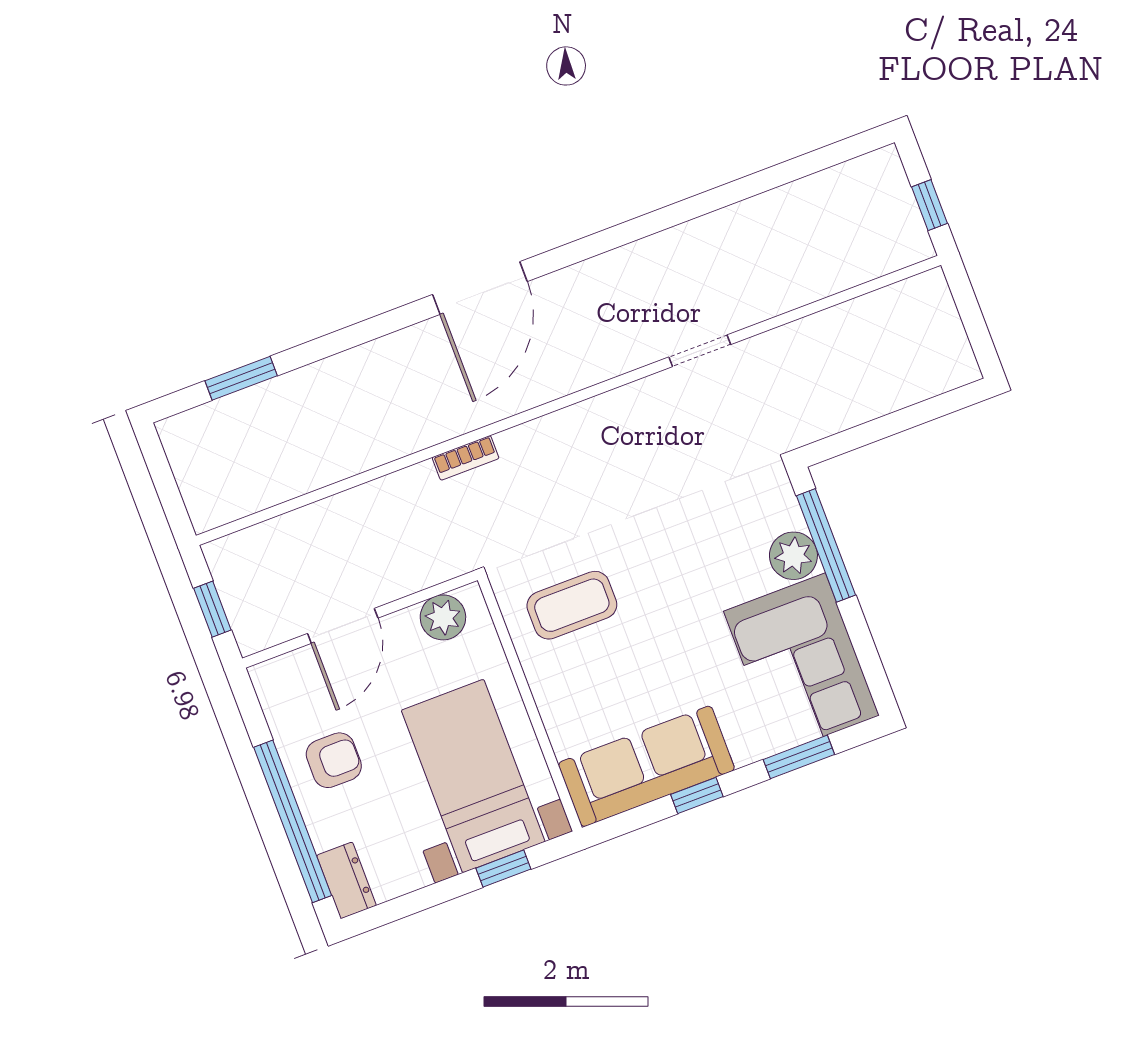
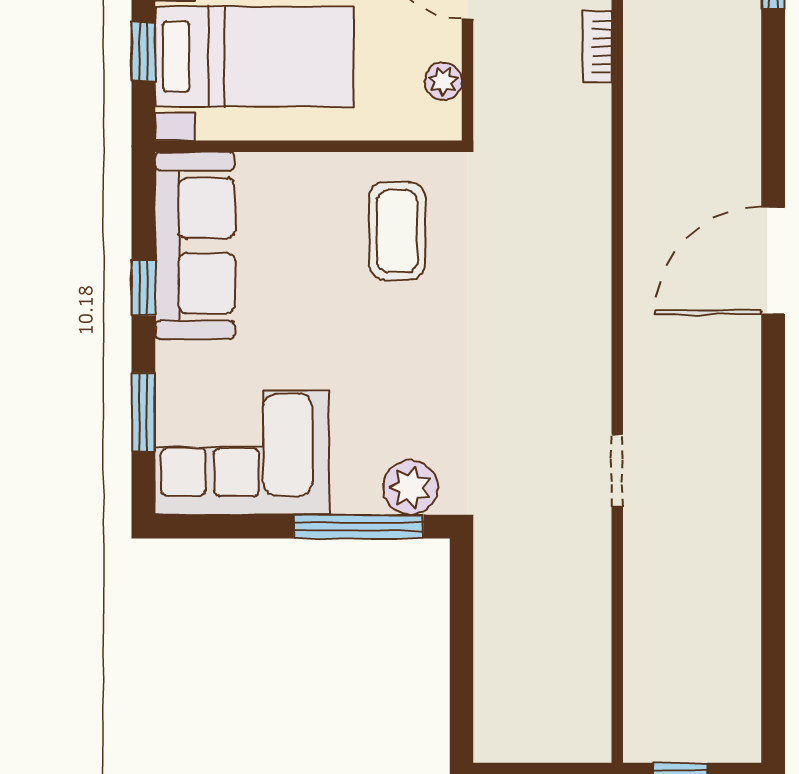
door: (480, 288) -> (773, 261), hinge flipped
bookcase: (466, 458) -> (597, 47), moved
plant: (793, 556) -> (410, 488), moved
plant: (443, 617) -> (443, 81), width x0.73, depth x0.73

